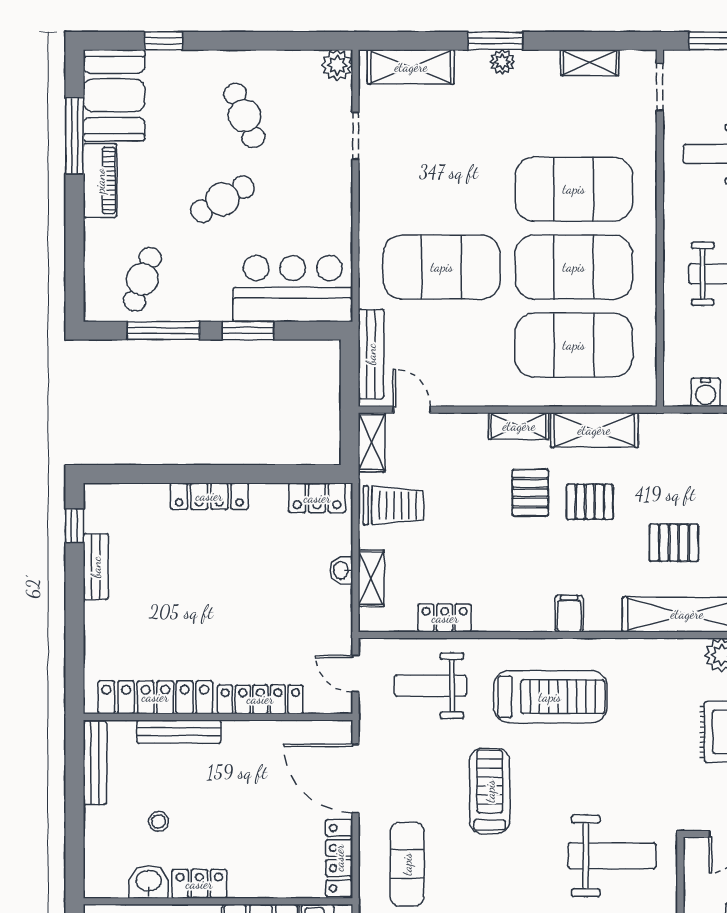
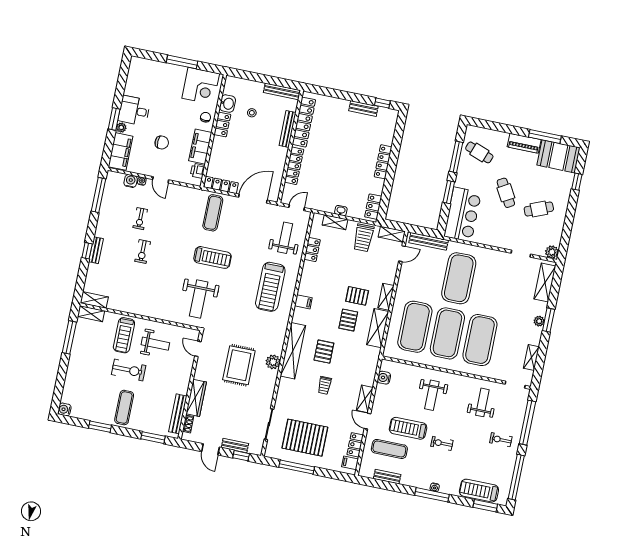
treadmill: (490, 791) -> (213, 257), moved
exercise mat: (407, 864) -> (213, 213), turned 90

